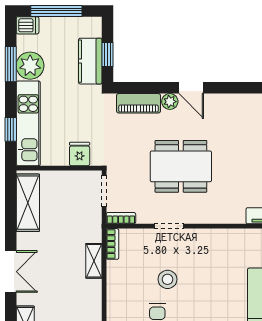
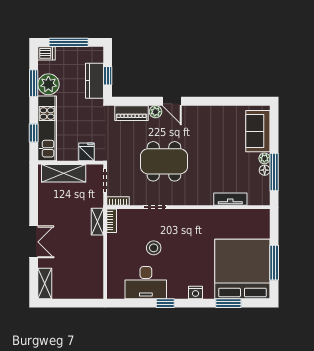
shelving: (28, 203) -> (64, 173), moved, turned 90
shelving: (94, 261) -> (97, 222), moved

